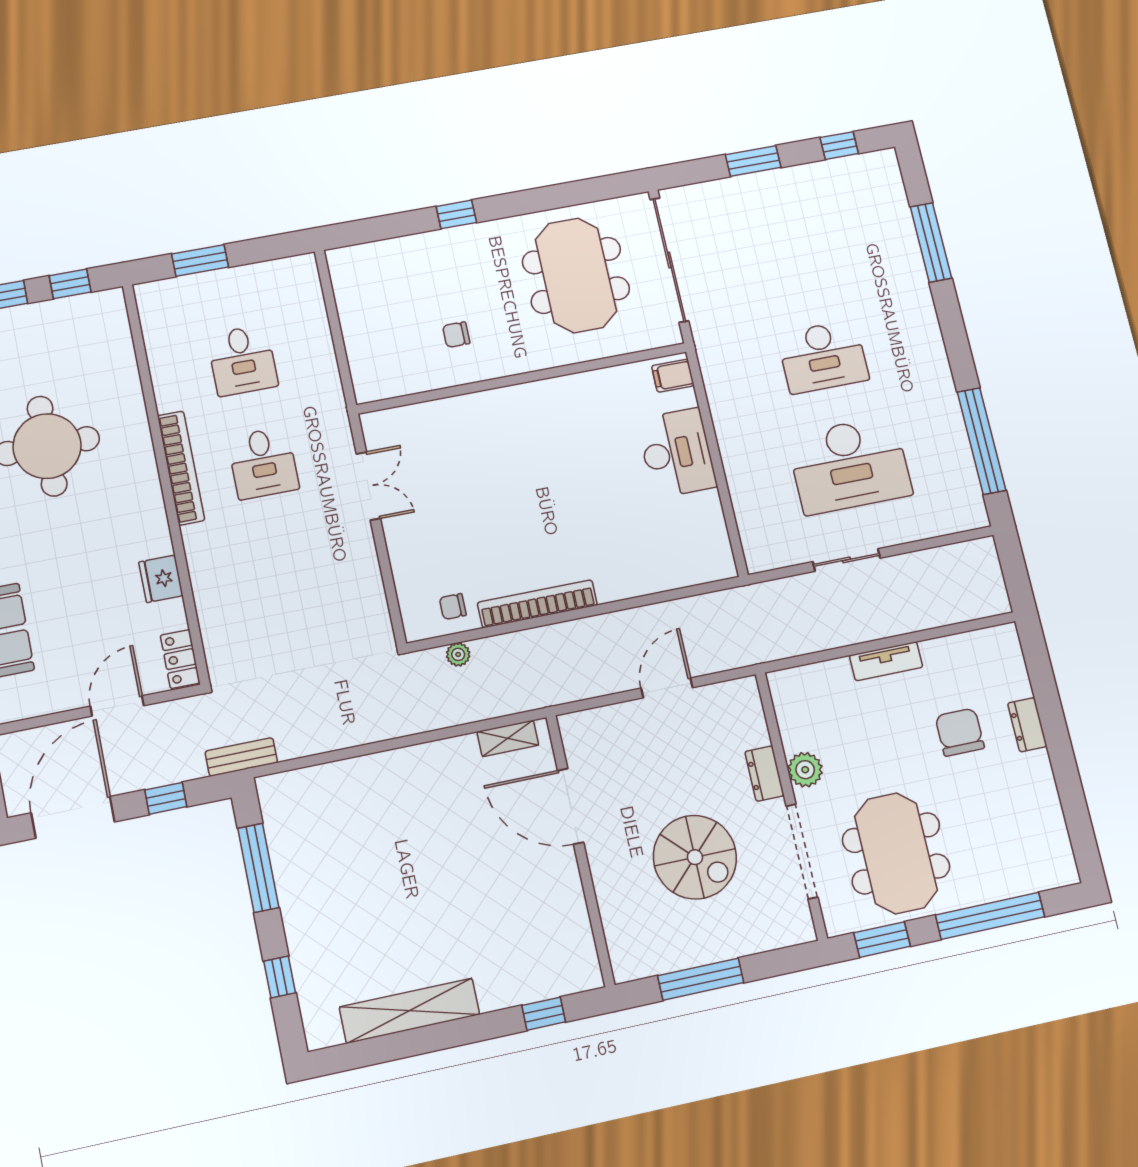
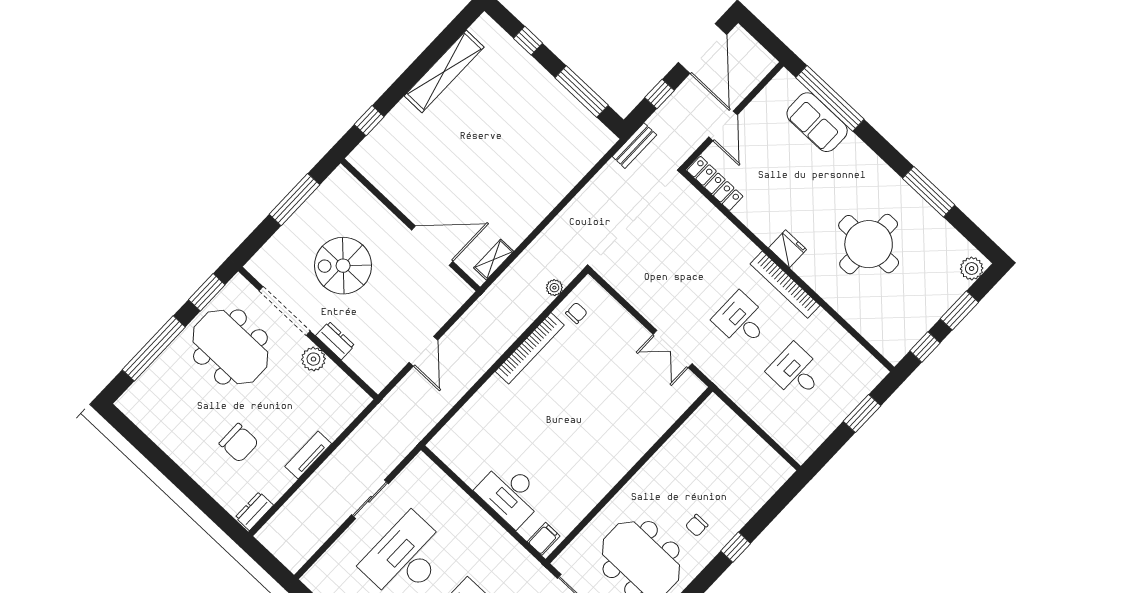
chair: (456, 335) -> (697, 525), moved, turned 180
fridge: (161, 579) -> (788, 249), moved
locker: (180, 659) -> (715, 183), width x1.53
dresser: (1027, 725) -> (254, 511), moved, turned -90

